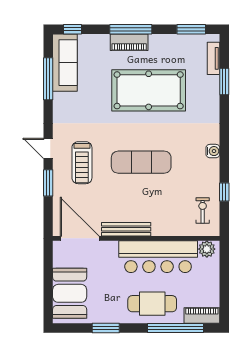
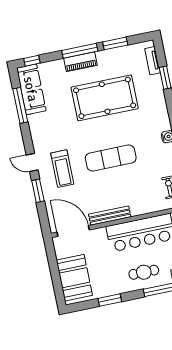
window: (191, 29) -> (115, 43), moved
cafe table: (152, 304) -> (144, 272), width x0.73, depth x0.74

